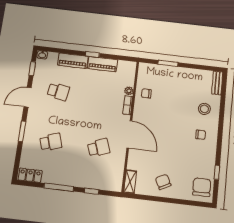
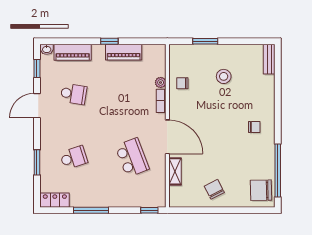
piano: (73, 61) -> (73, 52), moved
stool: (204, 109) -> (224, 76), moved
window: (22, 131) -> (37, 162), moved
school desk: (99, 148) -> (132, 158), width x1.85
window: (217, 172) -> (278, 170), width x3.17
shelving: (130, 182) -> (175, 171), moved
chair: (202, 187) -> (261, 190), turned -90
window: (92, 191) -> (149, 210), moved

